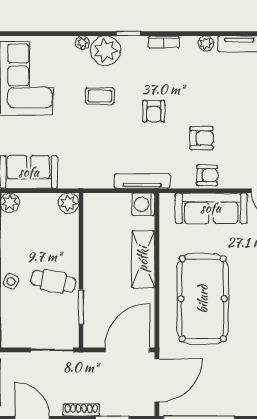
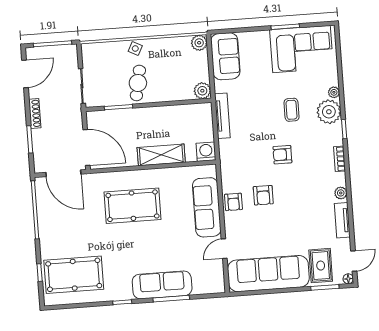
tv unit: (142, 181) -> (222, 116), moved
pool table: (203, 299) -> (132, 206), width x0.73, depth x0.76

